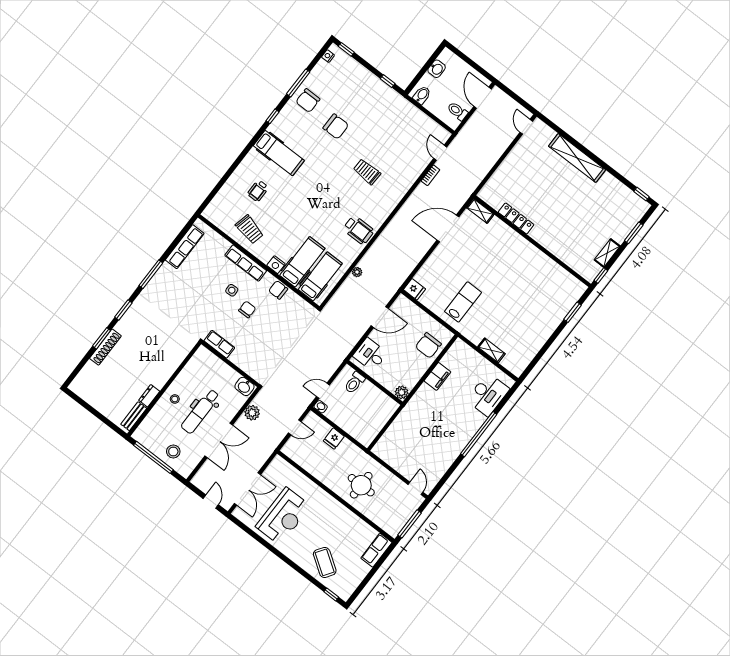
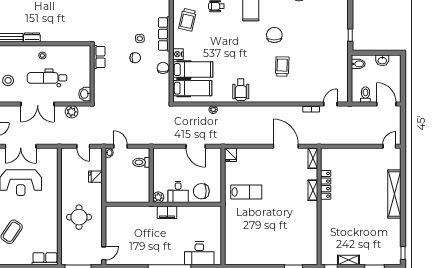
door: (483, 98) -> (386, 104), hinge flipped
chair: (336, 127) -> (274, 35), moved, turned 180
shelving: (491, 350) -> (313, 190), moved
desk: (370, 355) -> (178, 192), moved, turned 180
filing cabinet: (437, 376) -> (167, 212), moved

